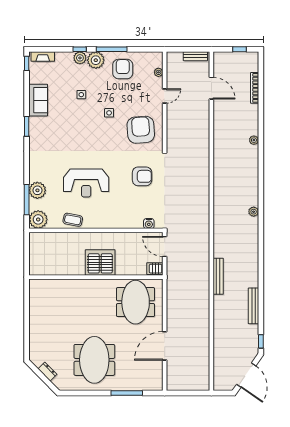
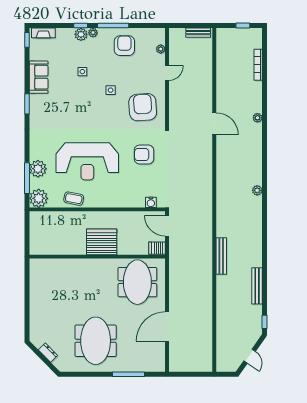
plant: (96, 60) -> (93, 33), width x0.53, depth x0.53
door: (211, 88) -> (214, 124), moved
armchair: (142, 176) -> (144, 155), turned 180
reception desk: (86, 183) -> (87, 161), width x1.36, depth x1.30
door: (246, 375) -> (250, 356), width x0.53

